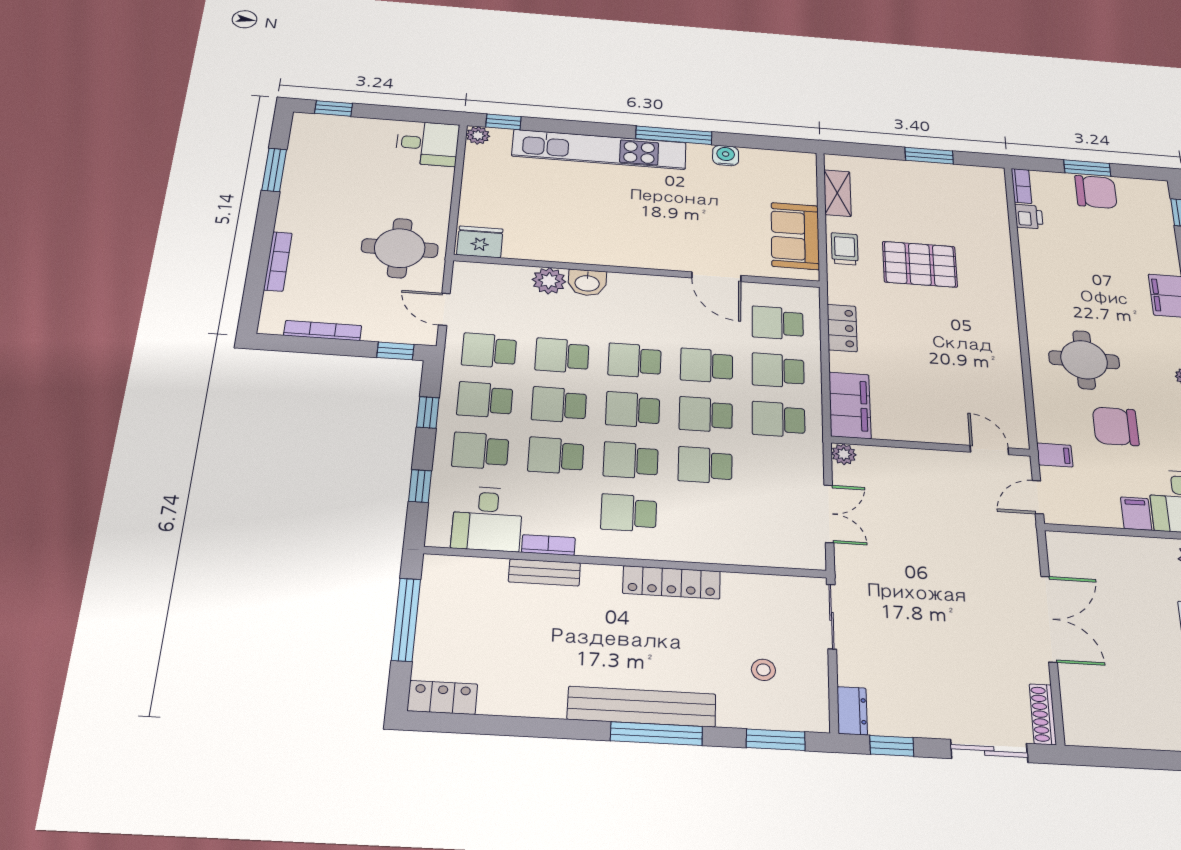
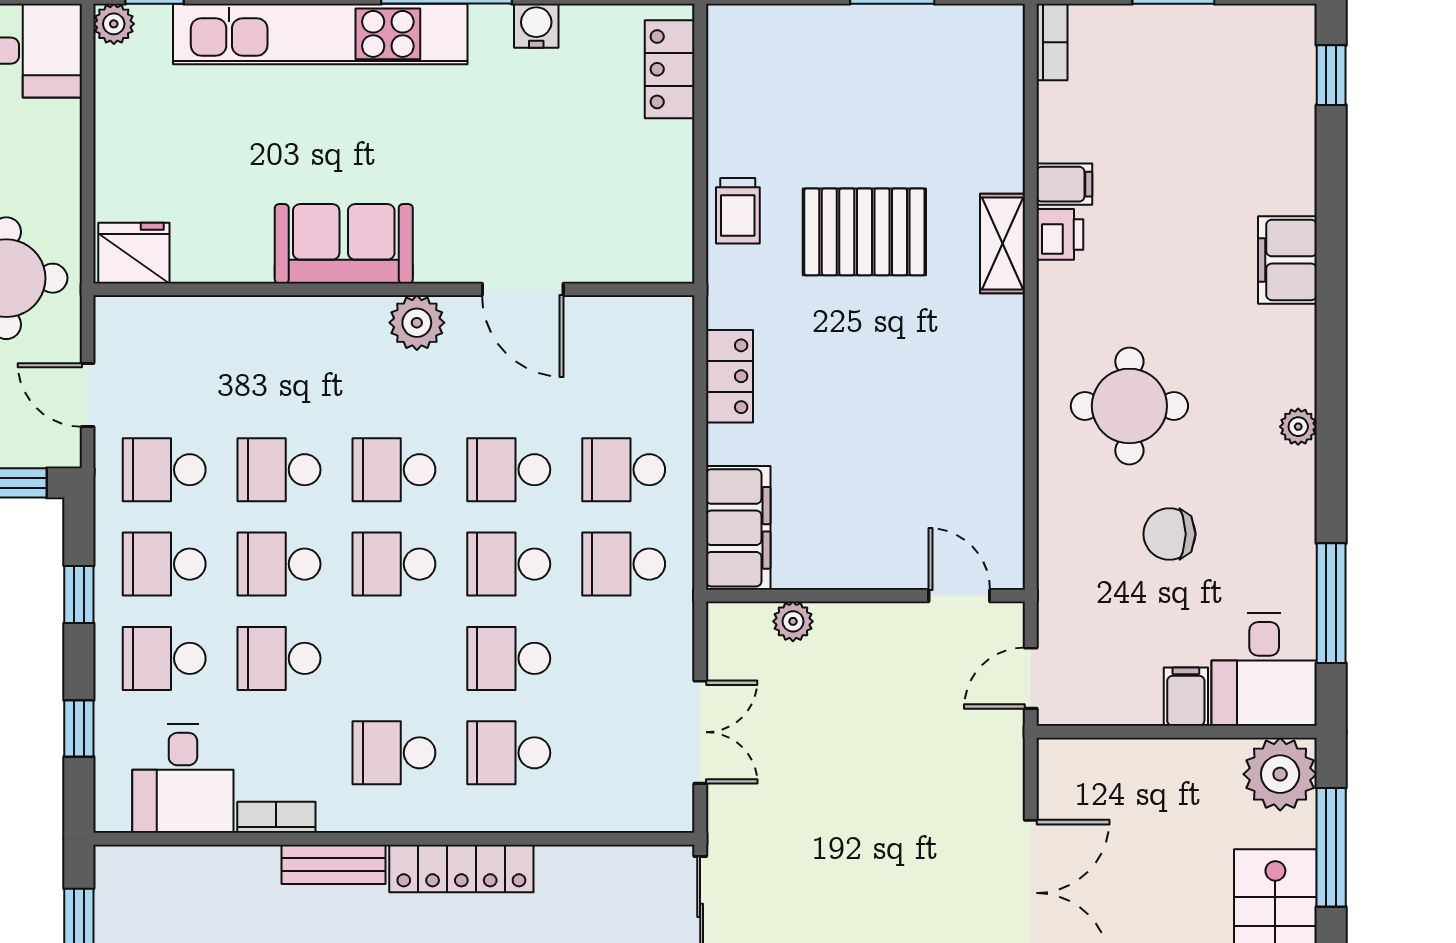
locker: (803, 181) -> (670, 69), added
chair: (1096, 192) -> (1184, 42), removed
shelving: (837, 193) -> (1002, 243), moved
printer: (1029, 217) -> (1060, 234), moved
sofa: (795, 236) -> (344, 244), moved, turned 90
trolley: (845, 249) -> (738, 211), turned 180
plant: (549, 281) -> (417, 323), moved
washbasin: (587, 283) -> (312, 321), removed
school desk: (778, 323) -> (624, 375), removed
chair: (1116, 426) -> (1169, 534), width x0.73, depth x0.73
plant: (844, 454) -> (793, 621), moved
filing cabinet: (1055, 455) -> (1064, 184), moved
school desk: (631, 460) -> (509, 753), moved
bench: (544, 572) -> (334, 864), moved

